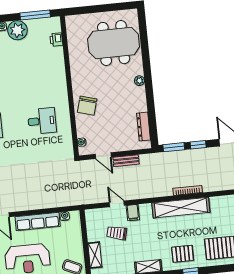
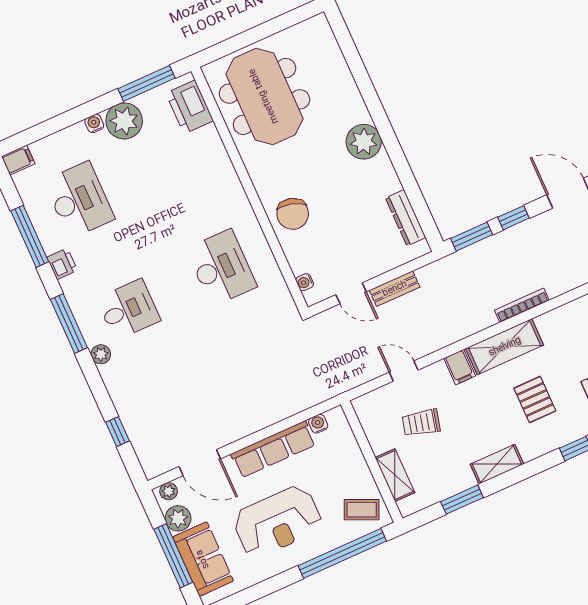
printer: (56, 40) -> (190, 107), width x1.87, depth x1.48
meeting table: (114, 43) -> (264, 96), moved, turned 90
plant: (139, 81) -> (364, 142), width x1.88, depth x1.88
desk: (42, 121) -> (221, 268), width x1.37
shelving: (181, 208) -> (505, 347), width x0.68
filing cabinet: (133, 213) -> (460, 367), moved
pallet: (183, 254) -> (535, 400), moved, turned 90

